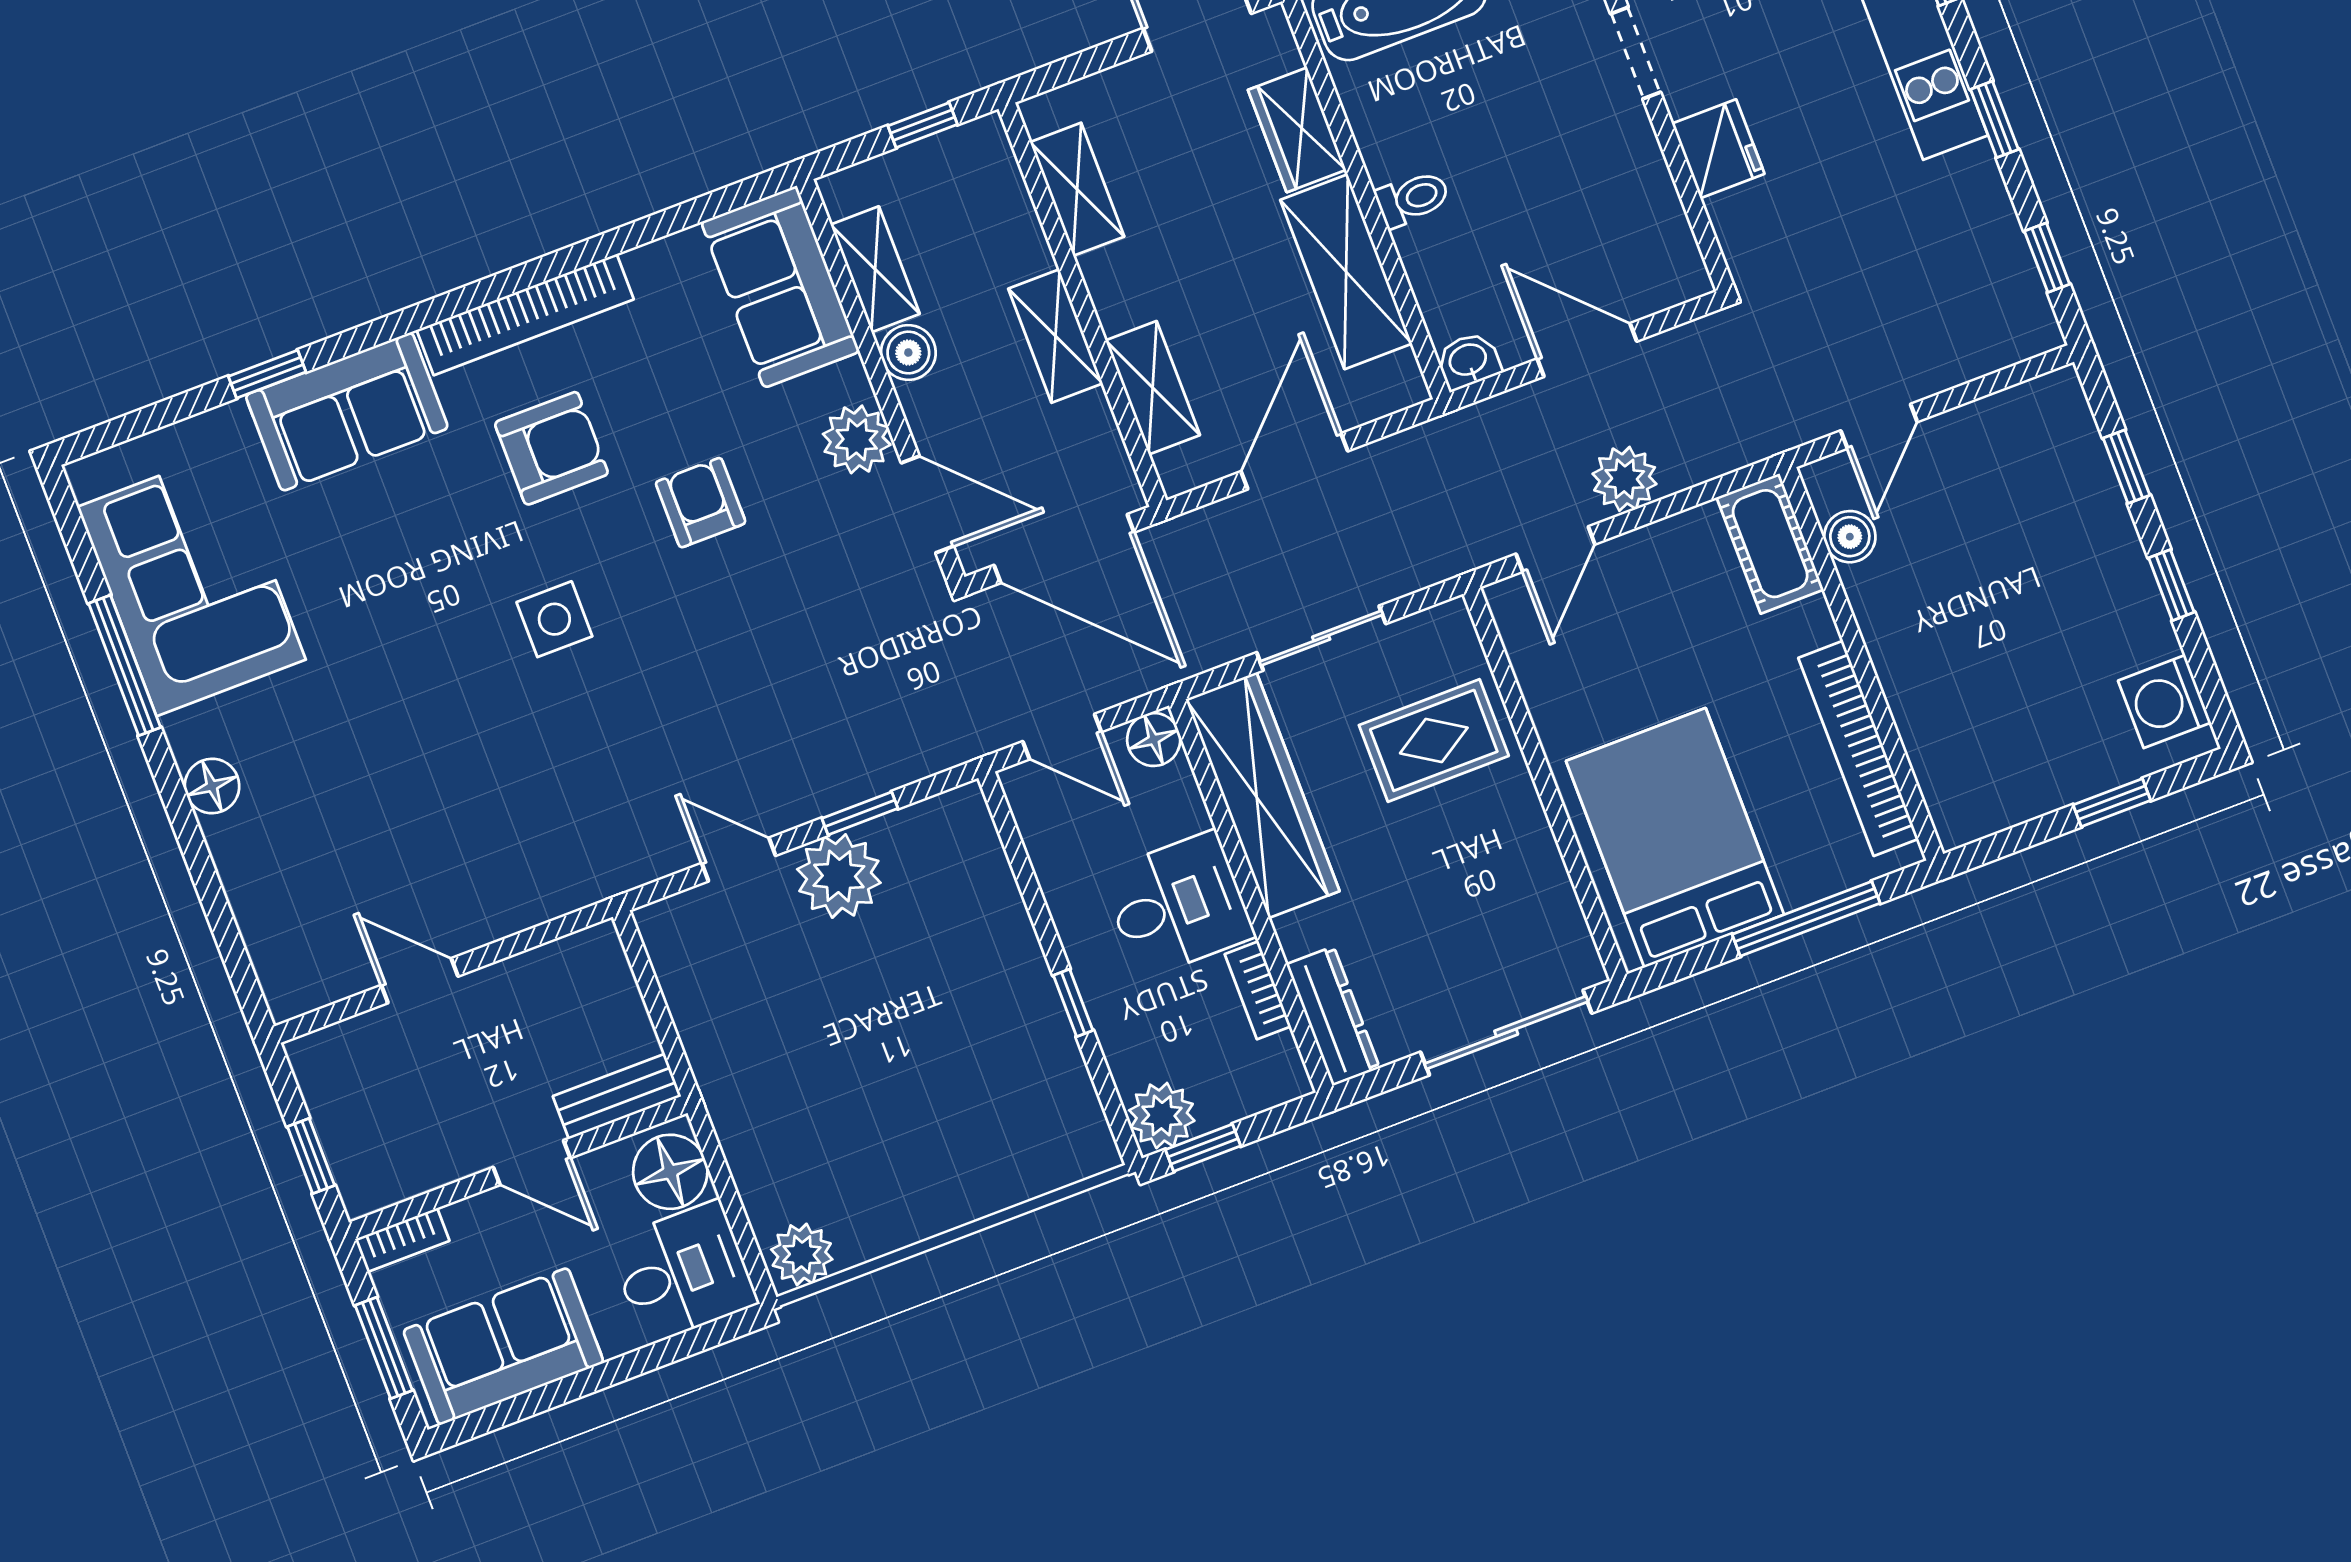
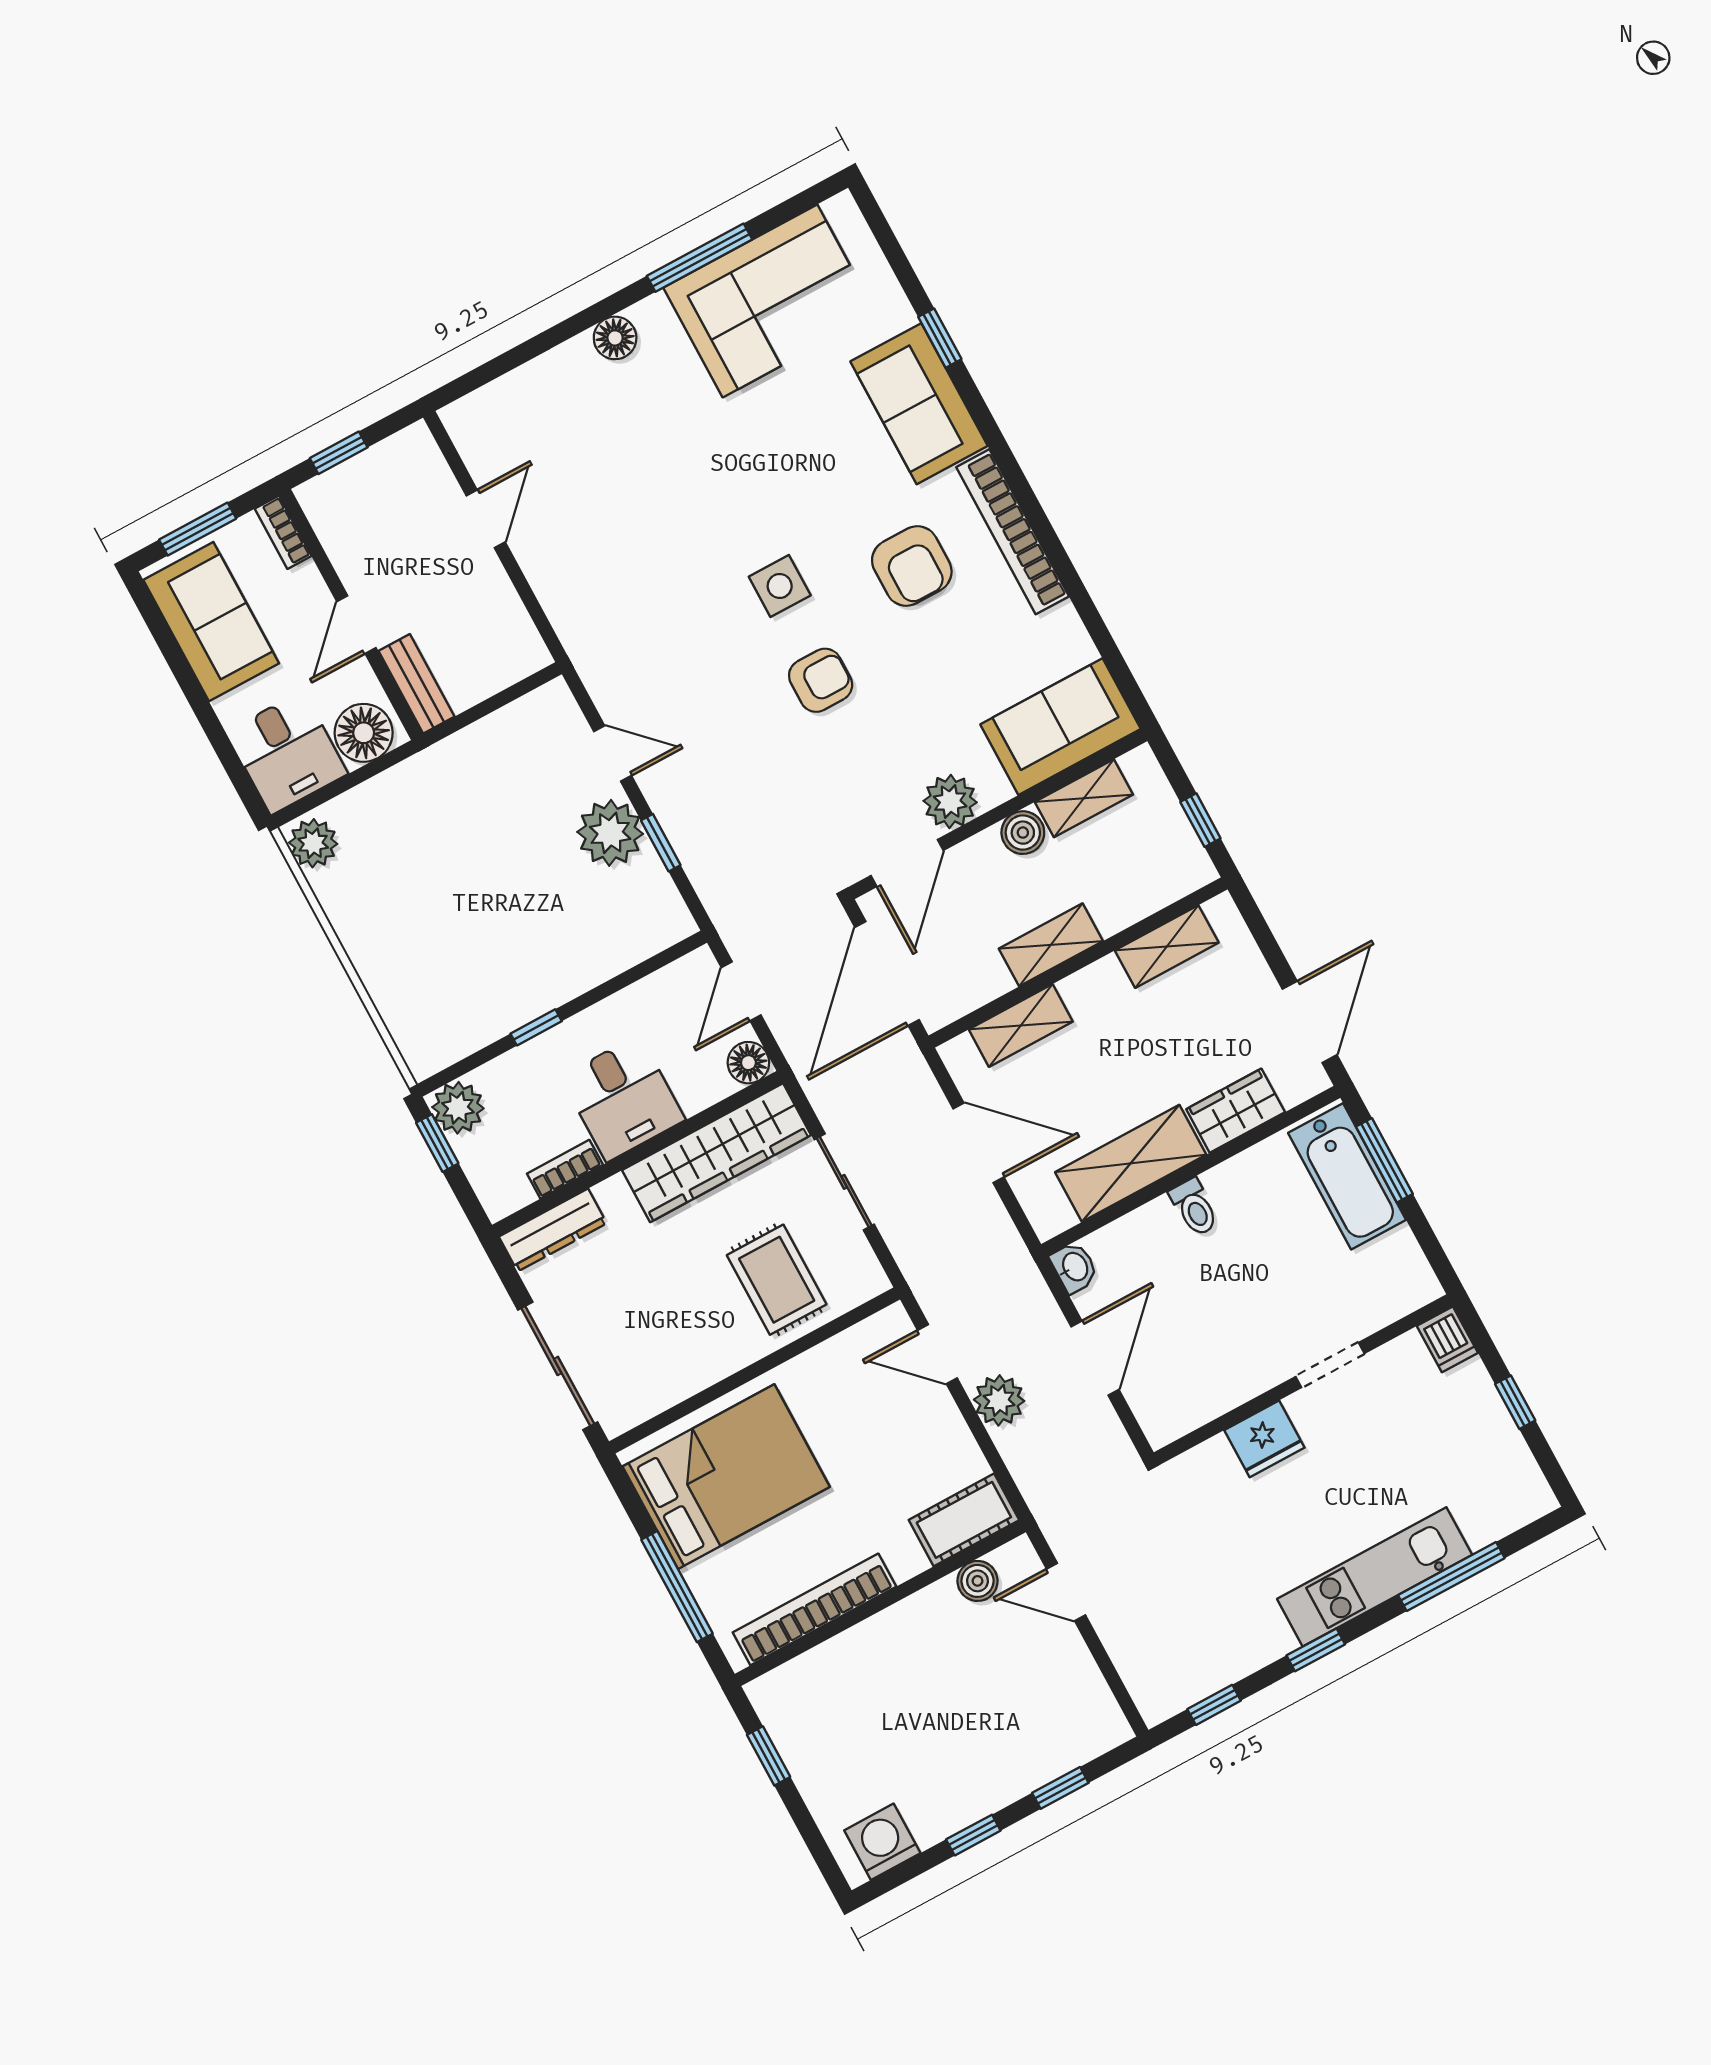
armchair: (701, 503) -> (821, 680), moved
window: (2112, 803) -> (769, 1756), moved
door: (739, 859) -> (613, 754), hinge flipped

